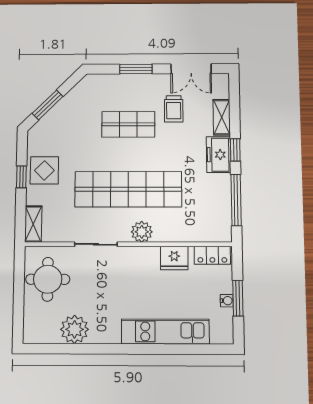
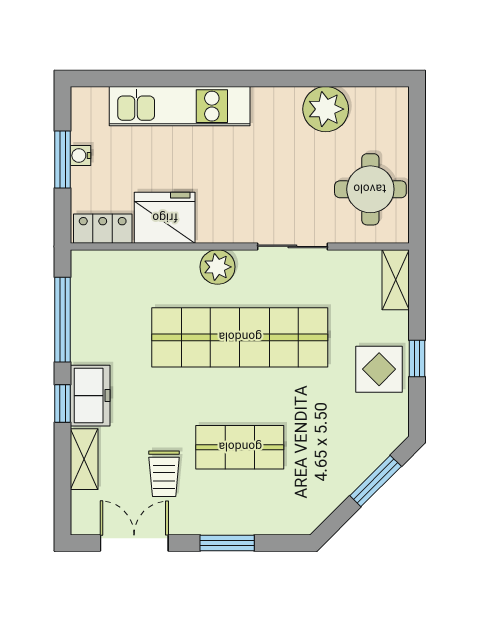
trolley: (174, 109) -> (164, 474), turned 180
fridge: (174, 258) -> (165, 218), width x1.36, depth x1.34

